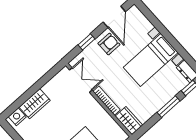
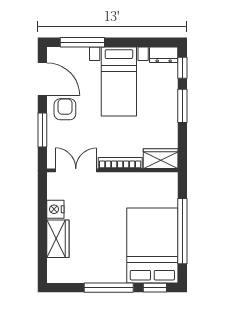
window: (154, 21) -> (82, 42), added
window: (86, 42) -> (42, 130), width x1.50
nightstand: (17, 117) -> (55, 209), moved

